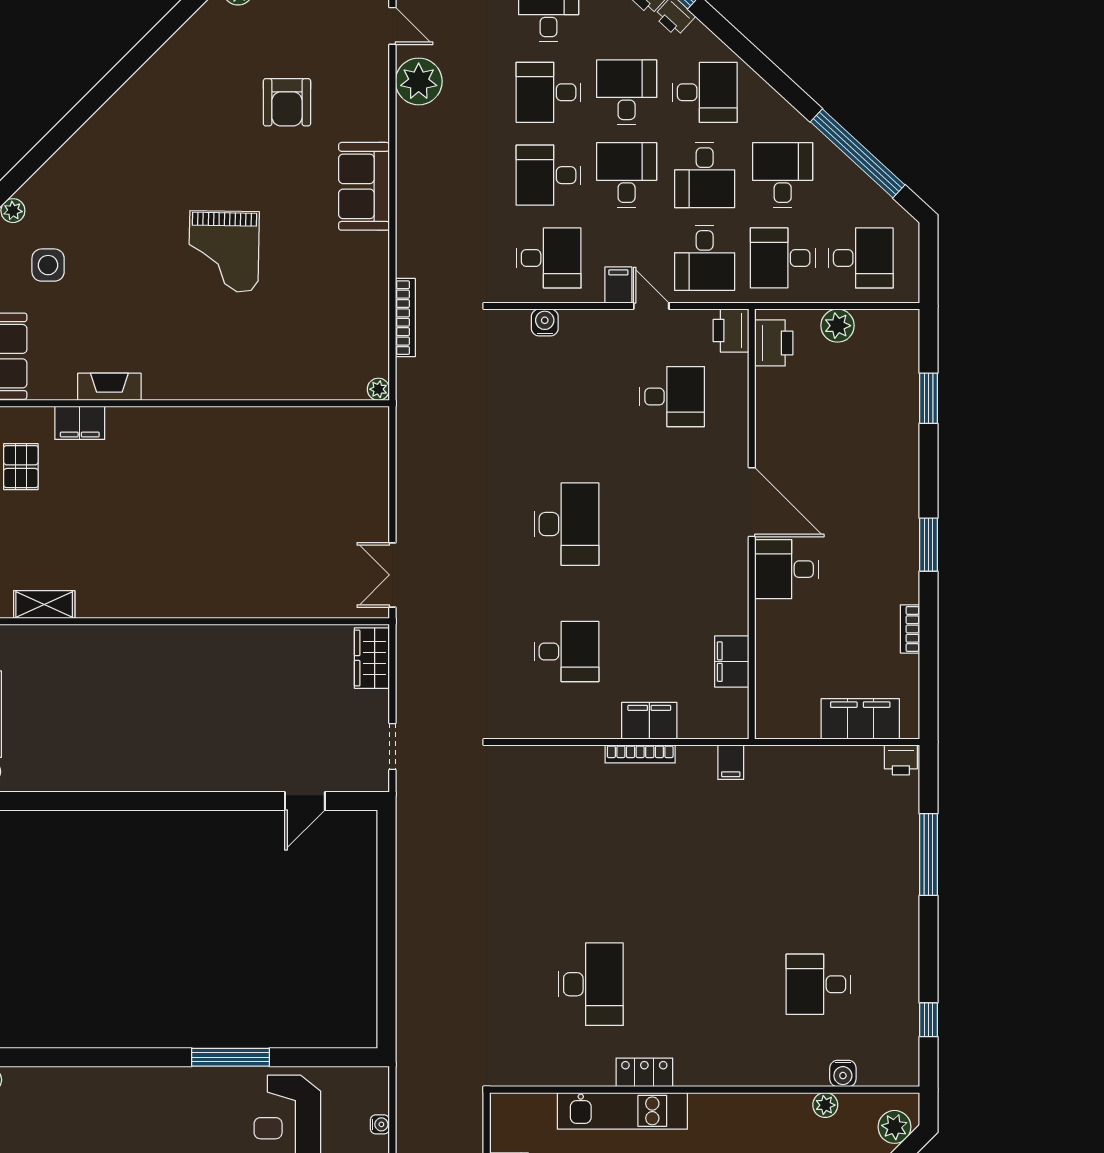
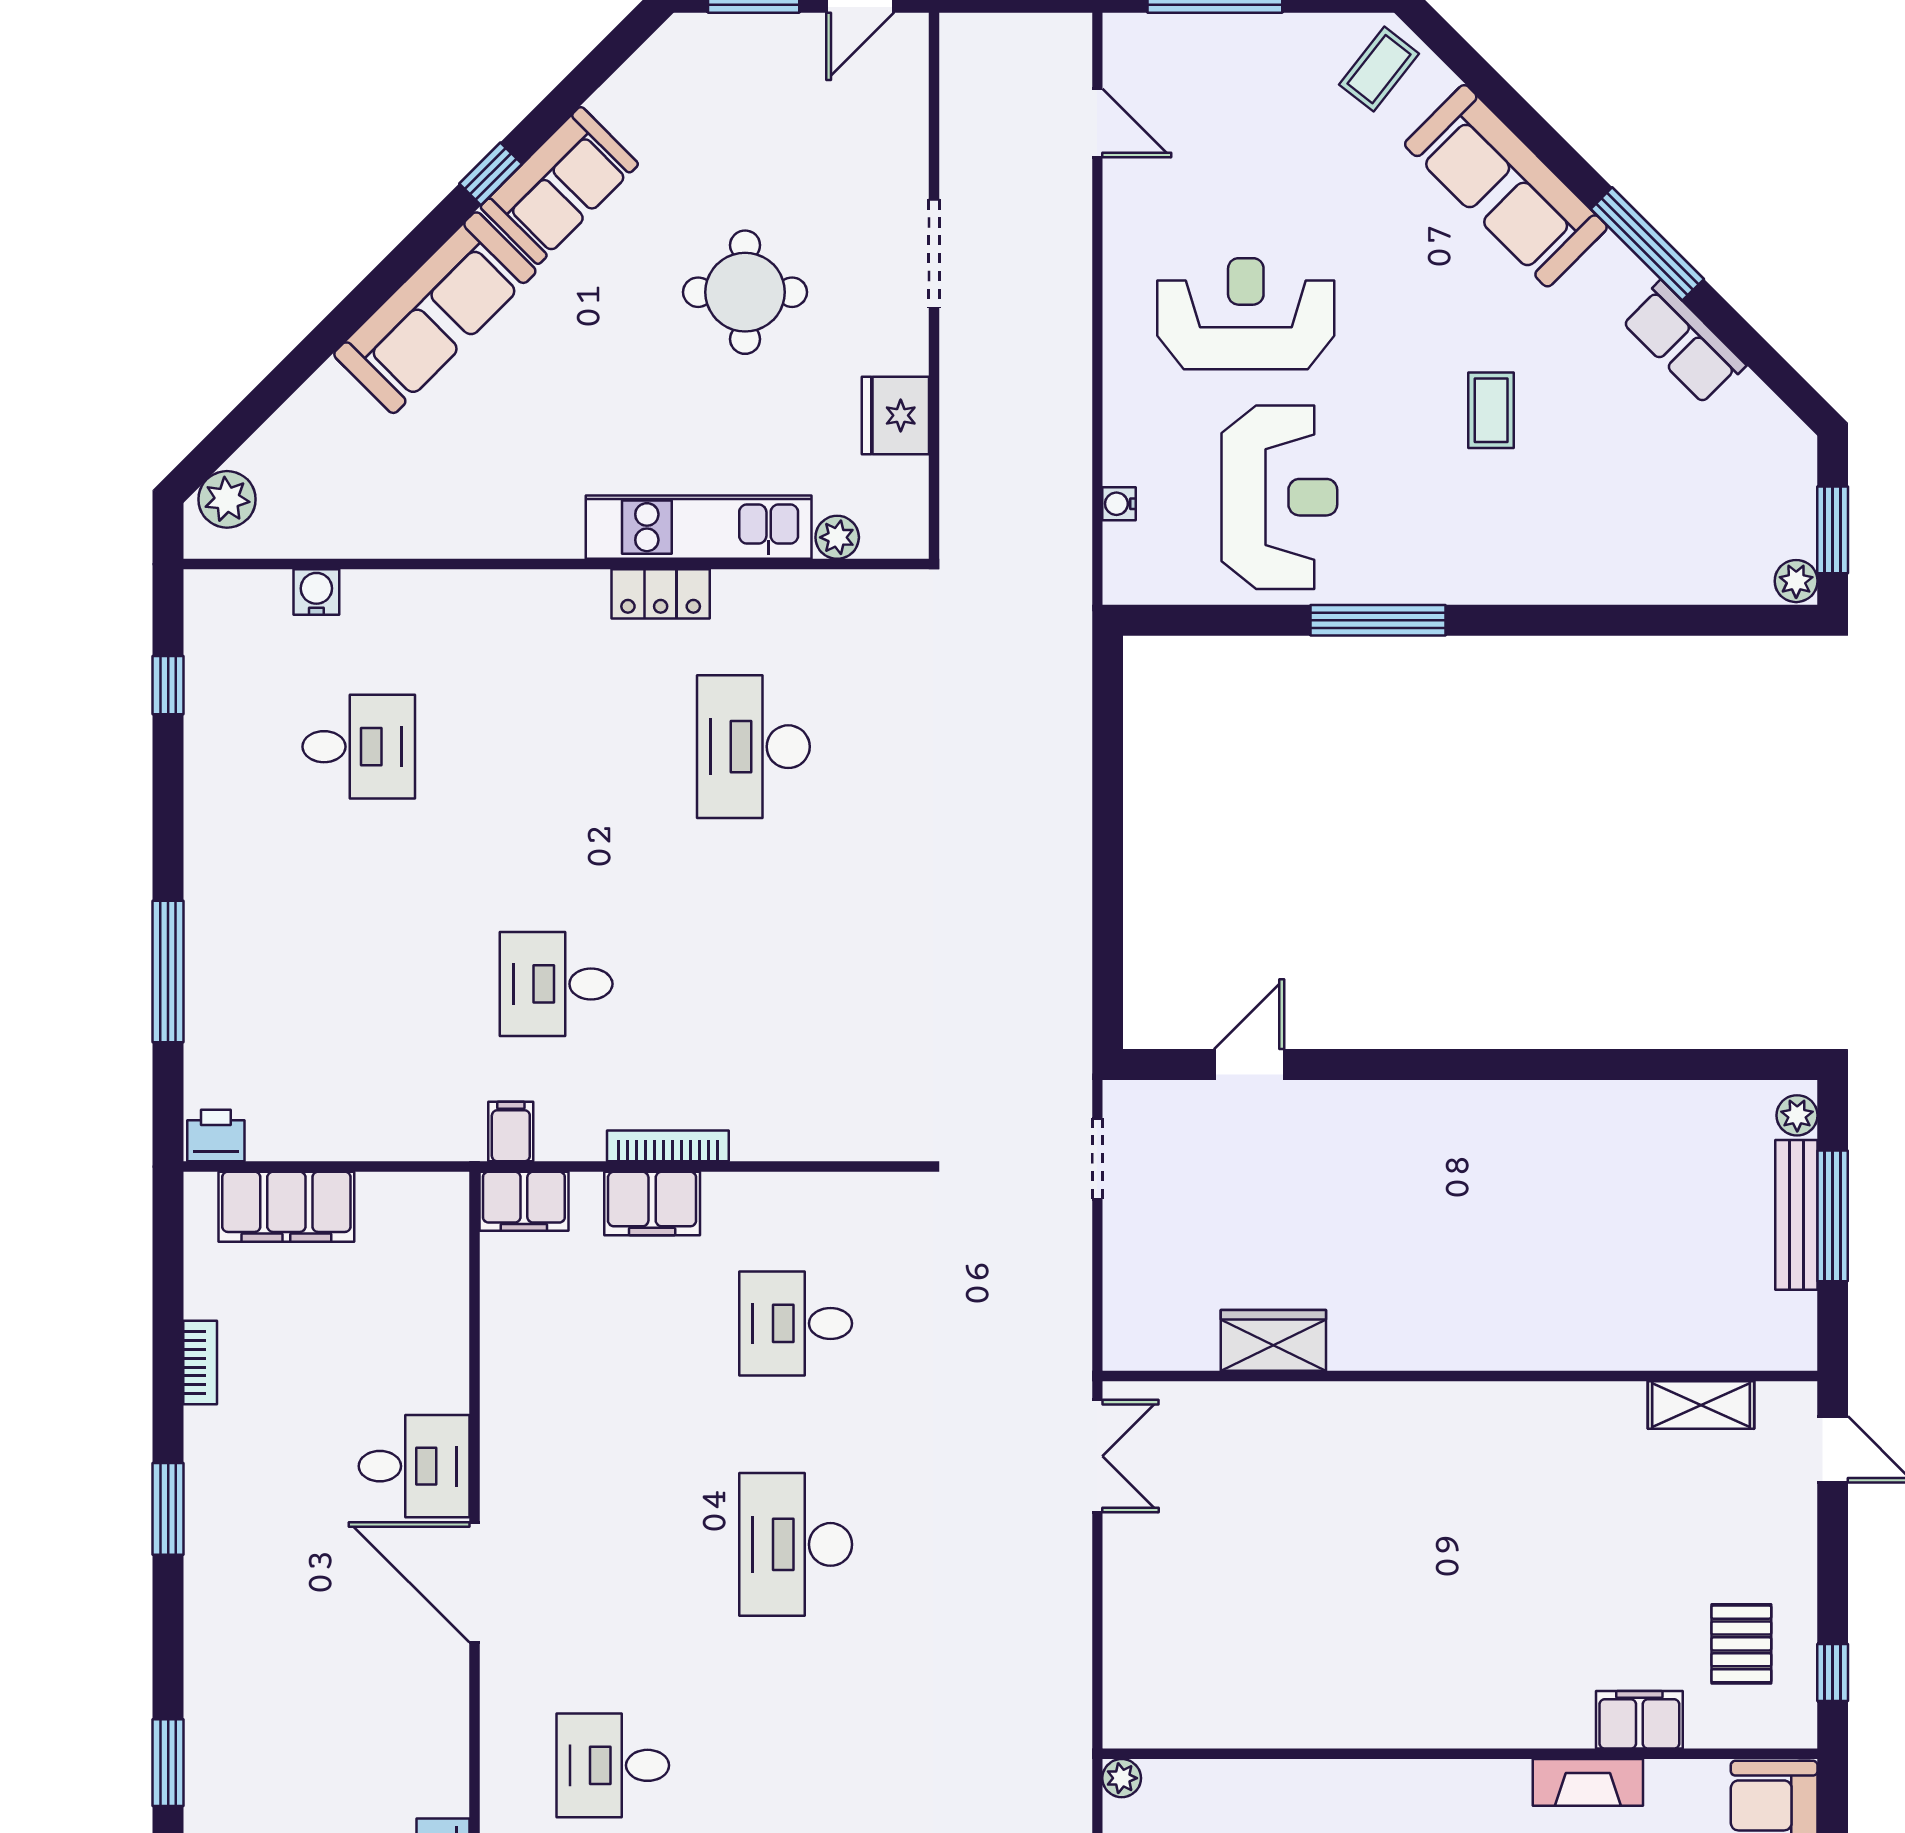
wardrobe: (372, 658) -> (1273, 1340), moved, turned -90
filing cabinet: (732, 662) -> (524, 1201), moved, turned 90
desk: (705, 847) -> (556, 984), added
plant: (825, 1105) -> (837, 537), moved

